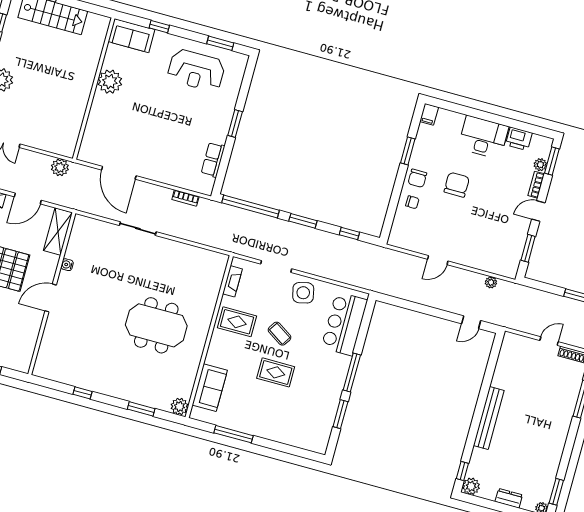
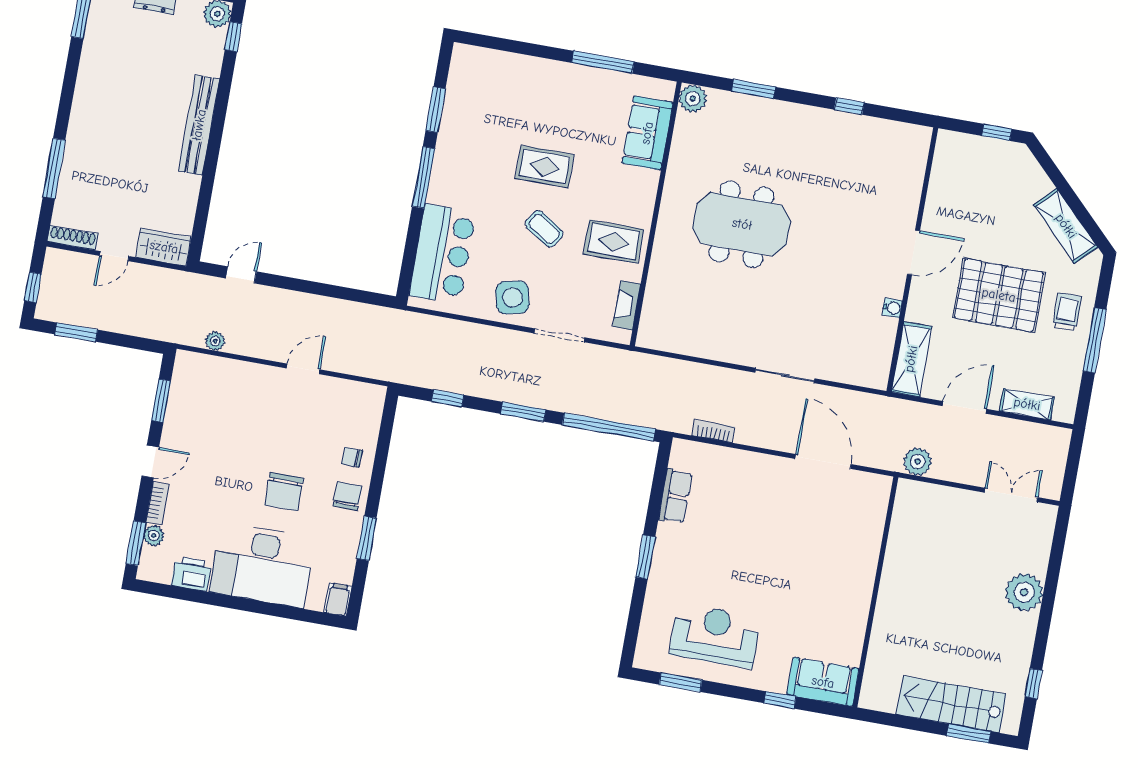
plant: (110, 82) -> (851, 605), removed
desk: (483, 137) -> (262, 565), width x1.36, depth x1.30
wardrobe: (518, 344) -> (164, 247), added

